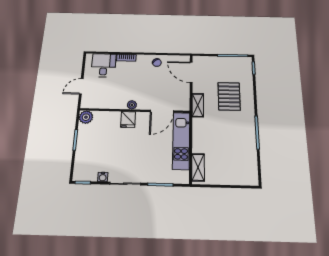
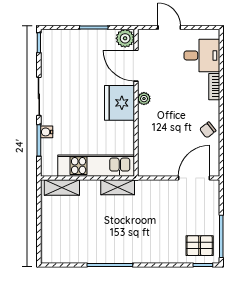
pallet: (229, 96) -> (200, 246), moved, width x0.67, depth x0.71
shelving: (198, 105) -> (118, 187), moved
door: (162, 111) -> (136, 66), moved
fridge: (128, 120) -> (119, 103), width x1.88, depth x1.34
water cooler: (103, 177) -> (47, 132), moved

